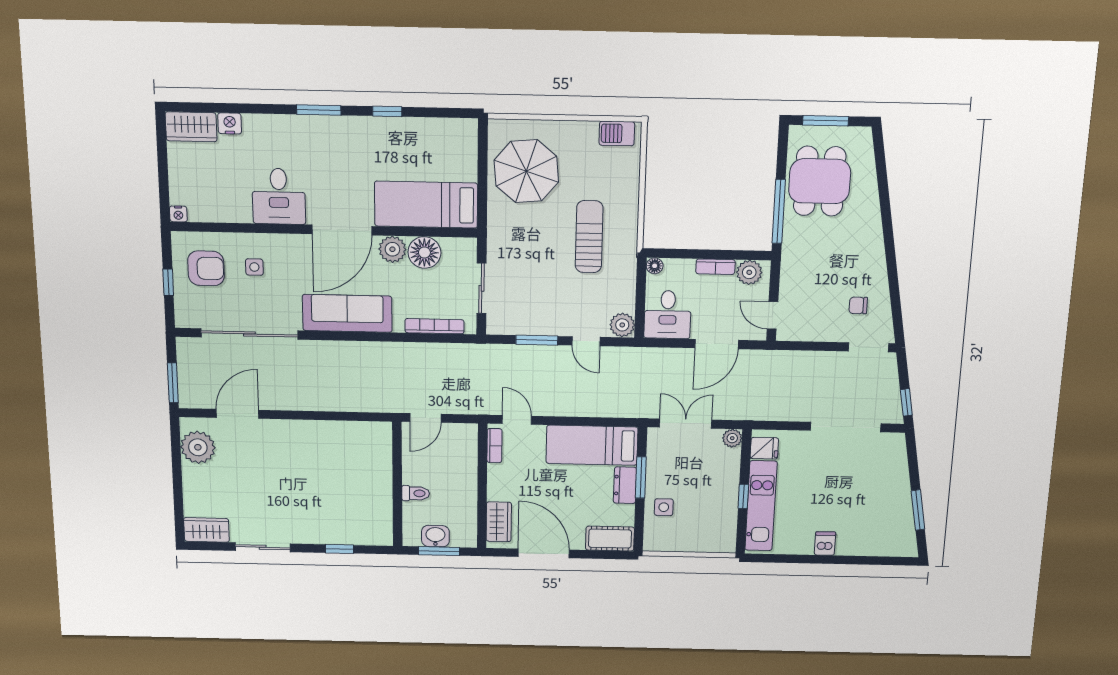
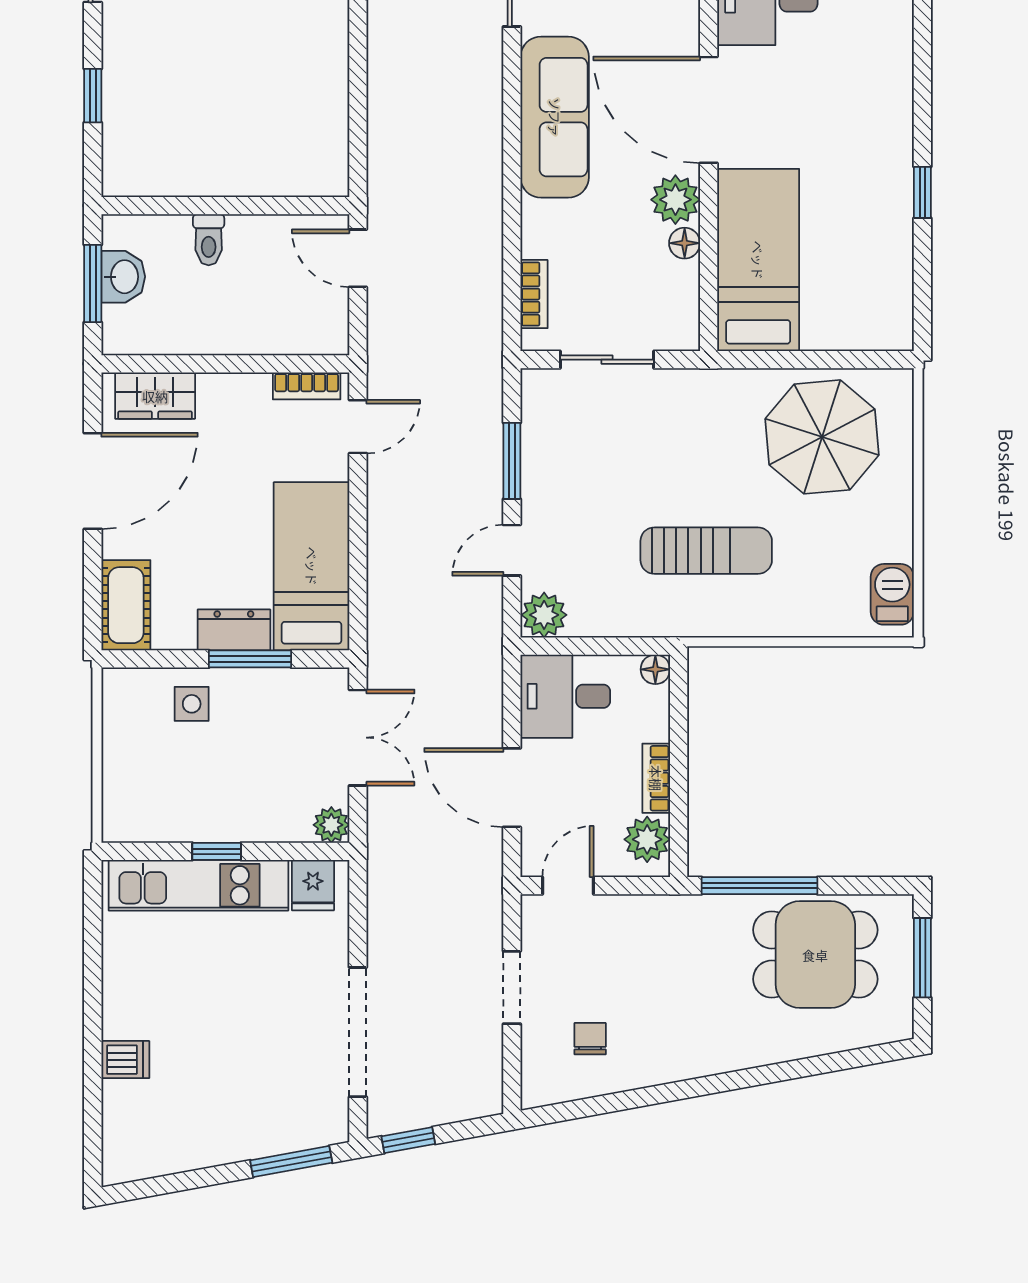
window: (319, 110) -> (922, 73), removed
floor lamp: (424, 252) -> (685, 243), width x0.53, depth x0.53
bookcase: (434, 326) -> (534, 294), width x0.64
doorway: (868, 347) -> (512, 987), moved
window: (918, 510) -> (291, 1161), moved
dishwasher: (825, 544) -> (125, 1060), moved

